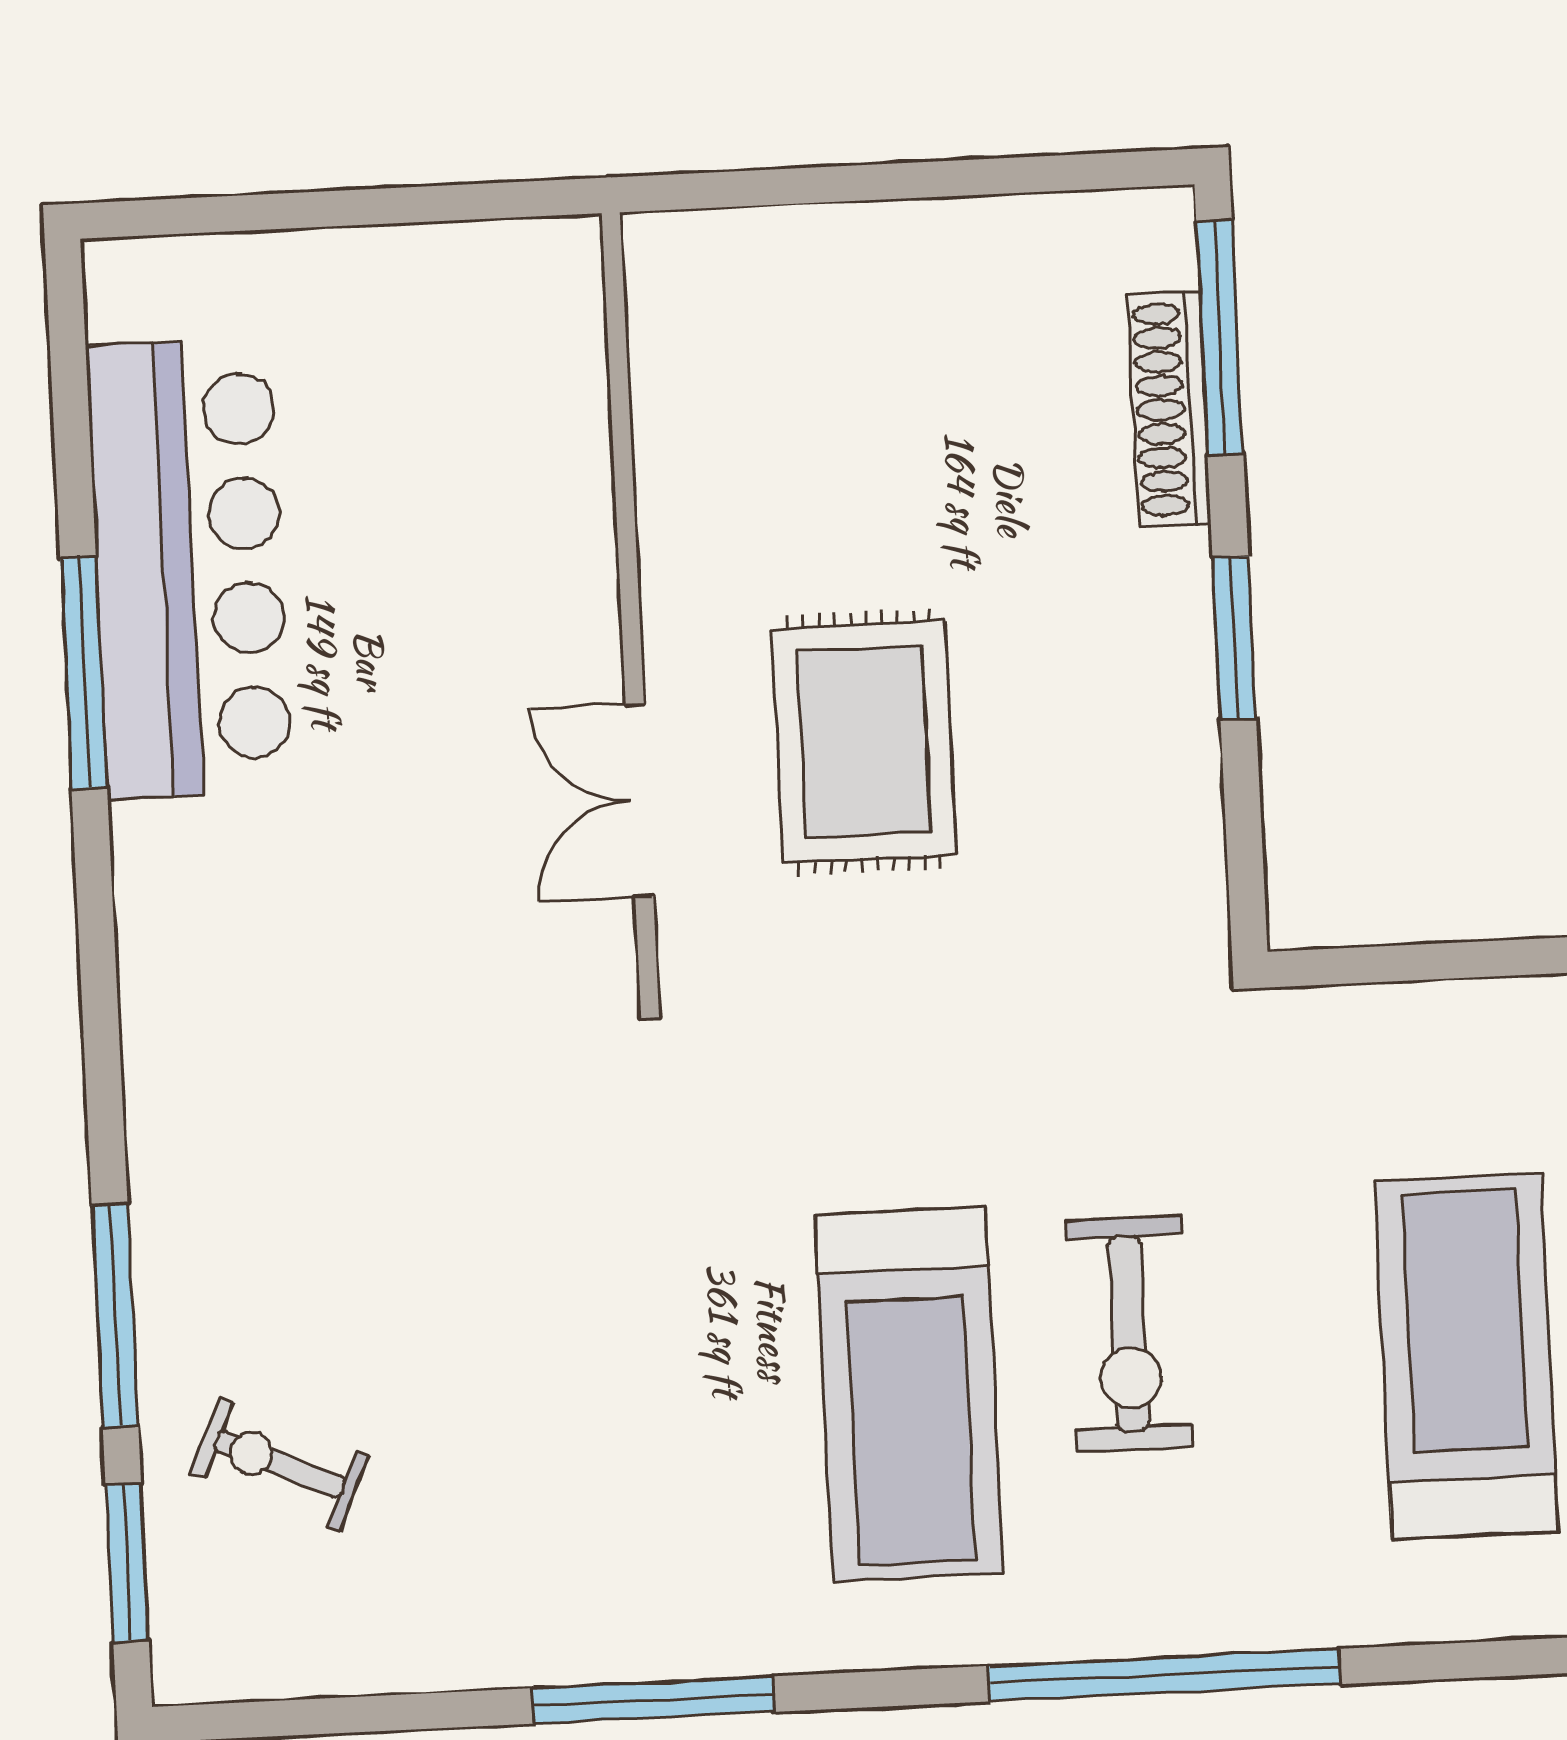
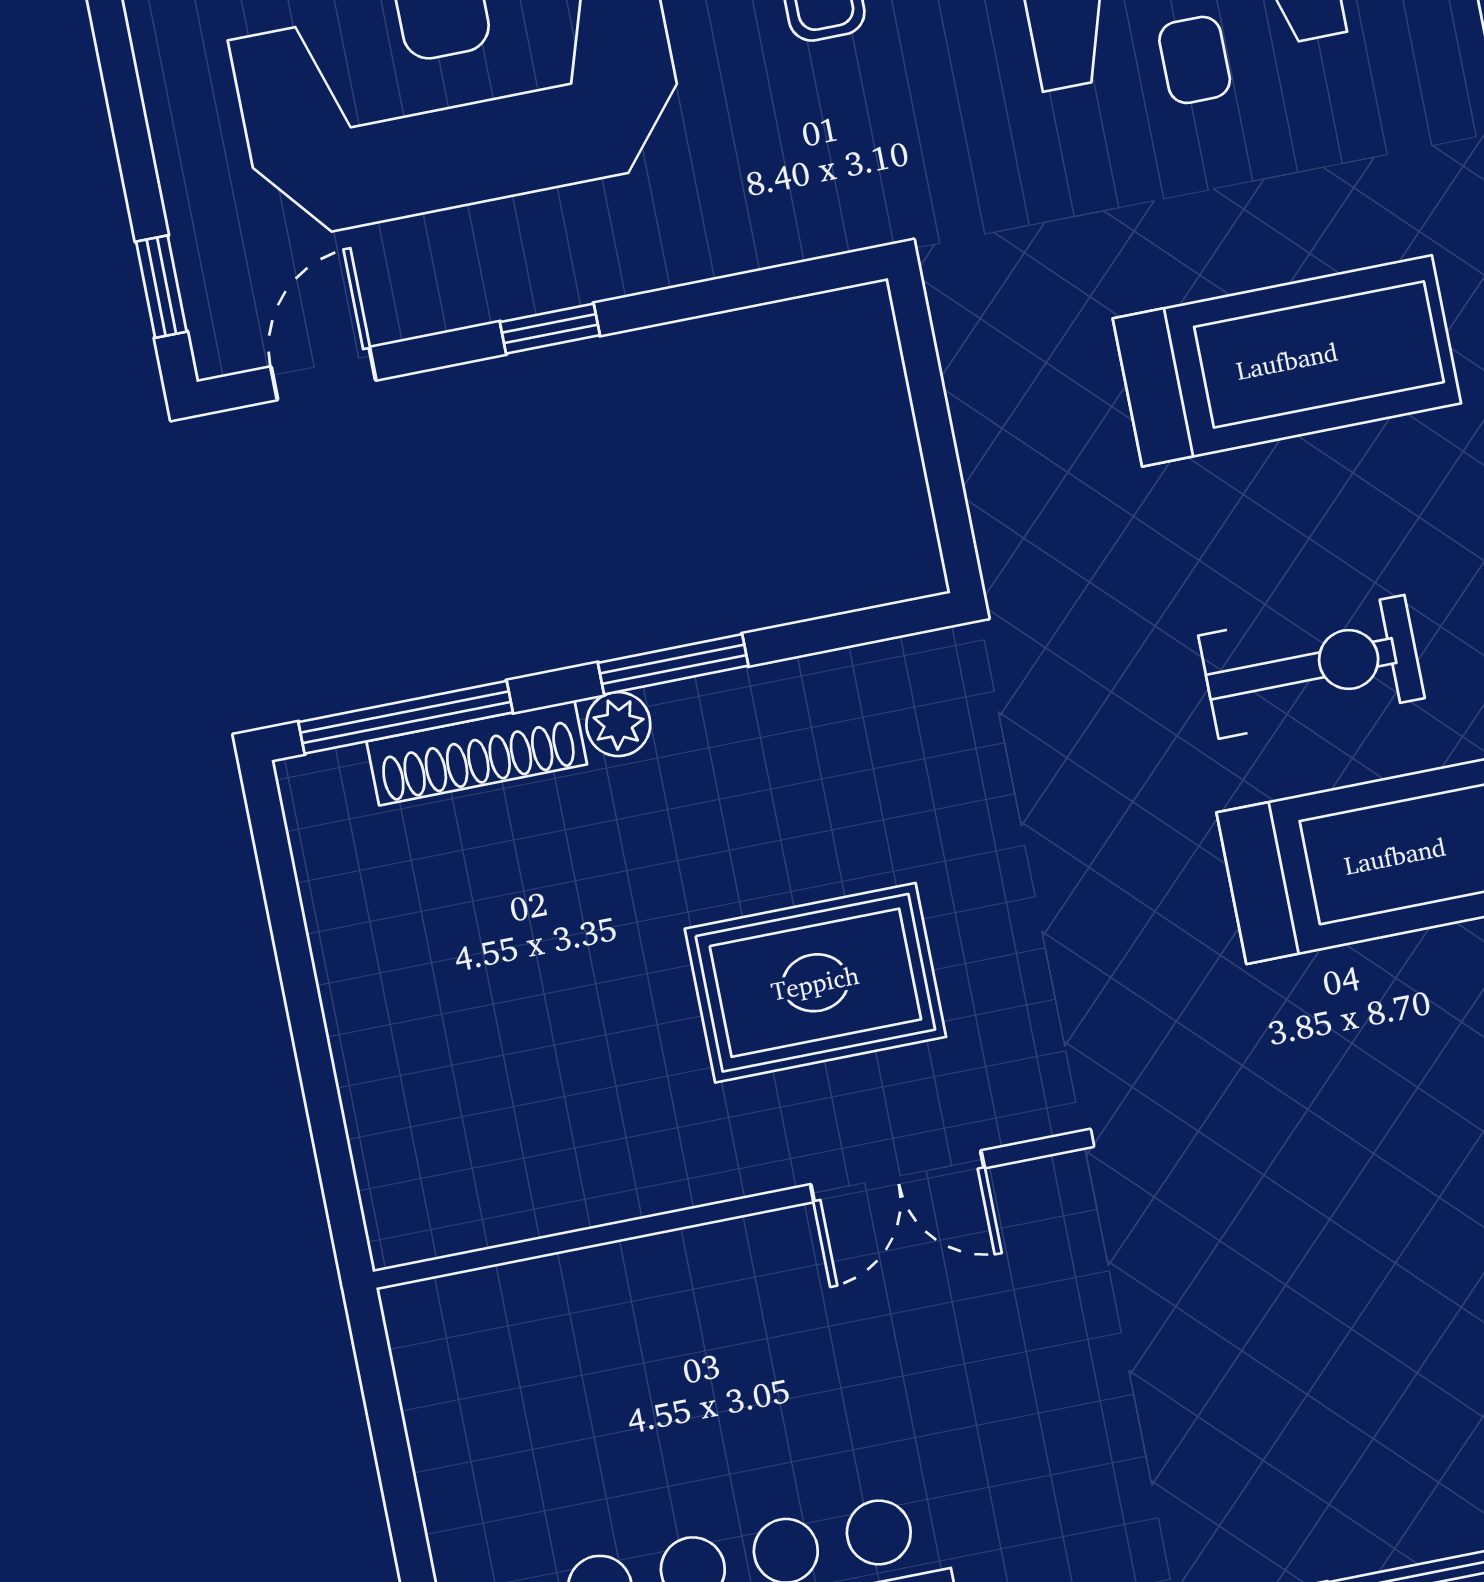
plant: (1178, 568) -> (618, 724), added
treadmill: (1467, 1357) -> (1287, 361), turned 180

